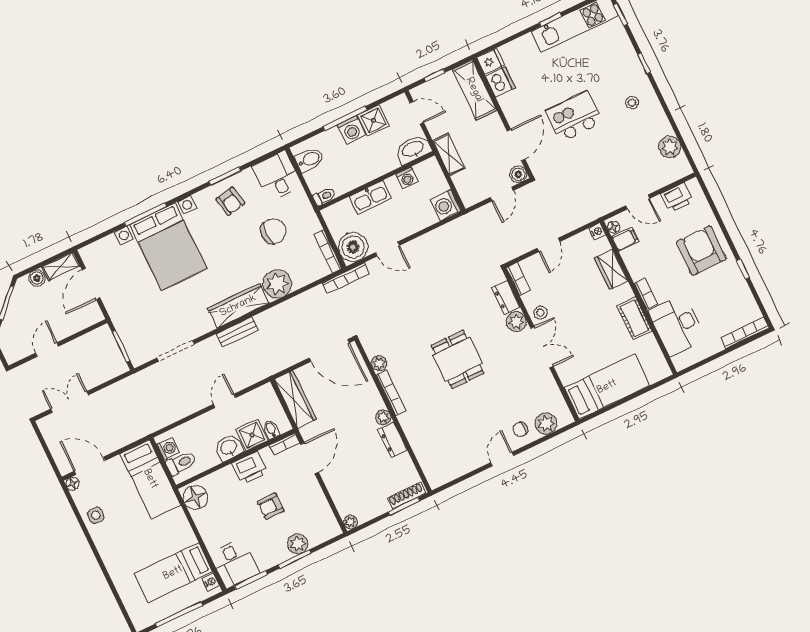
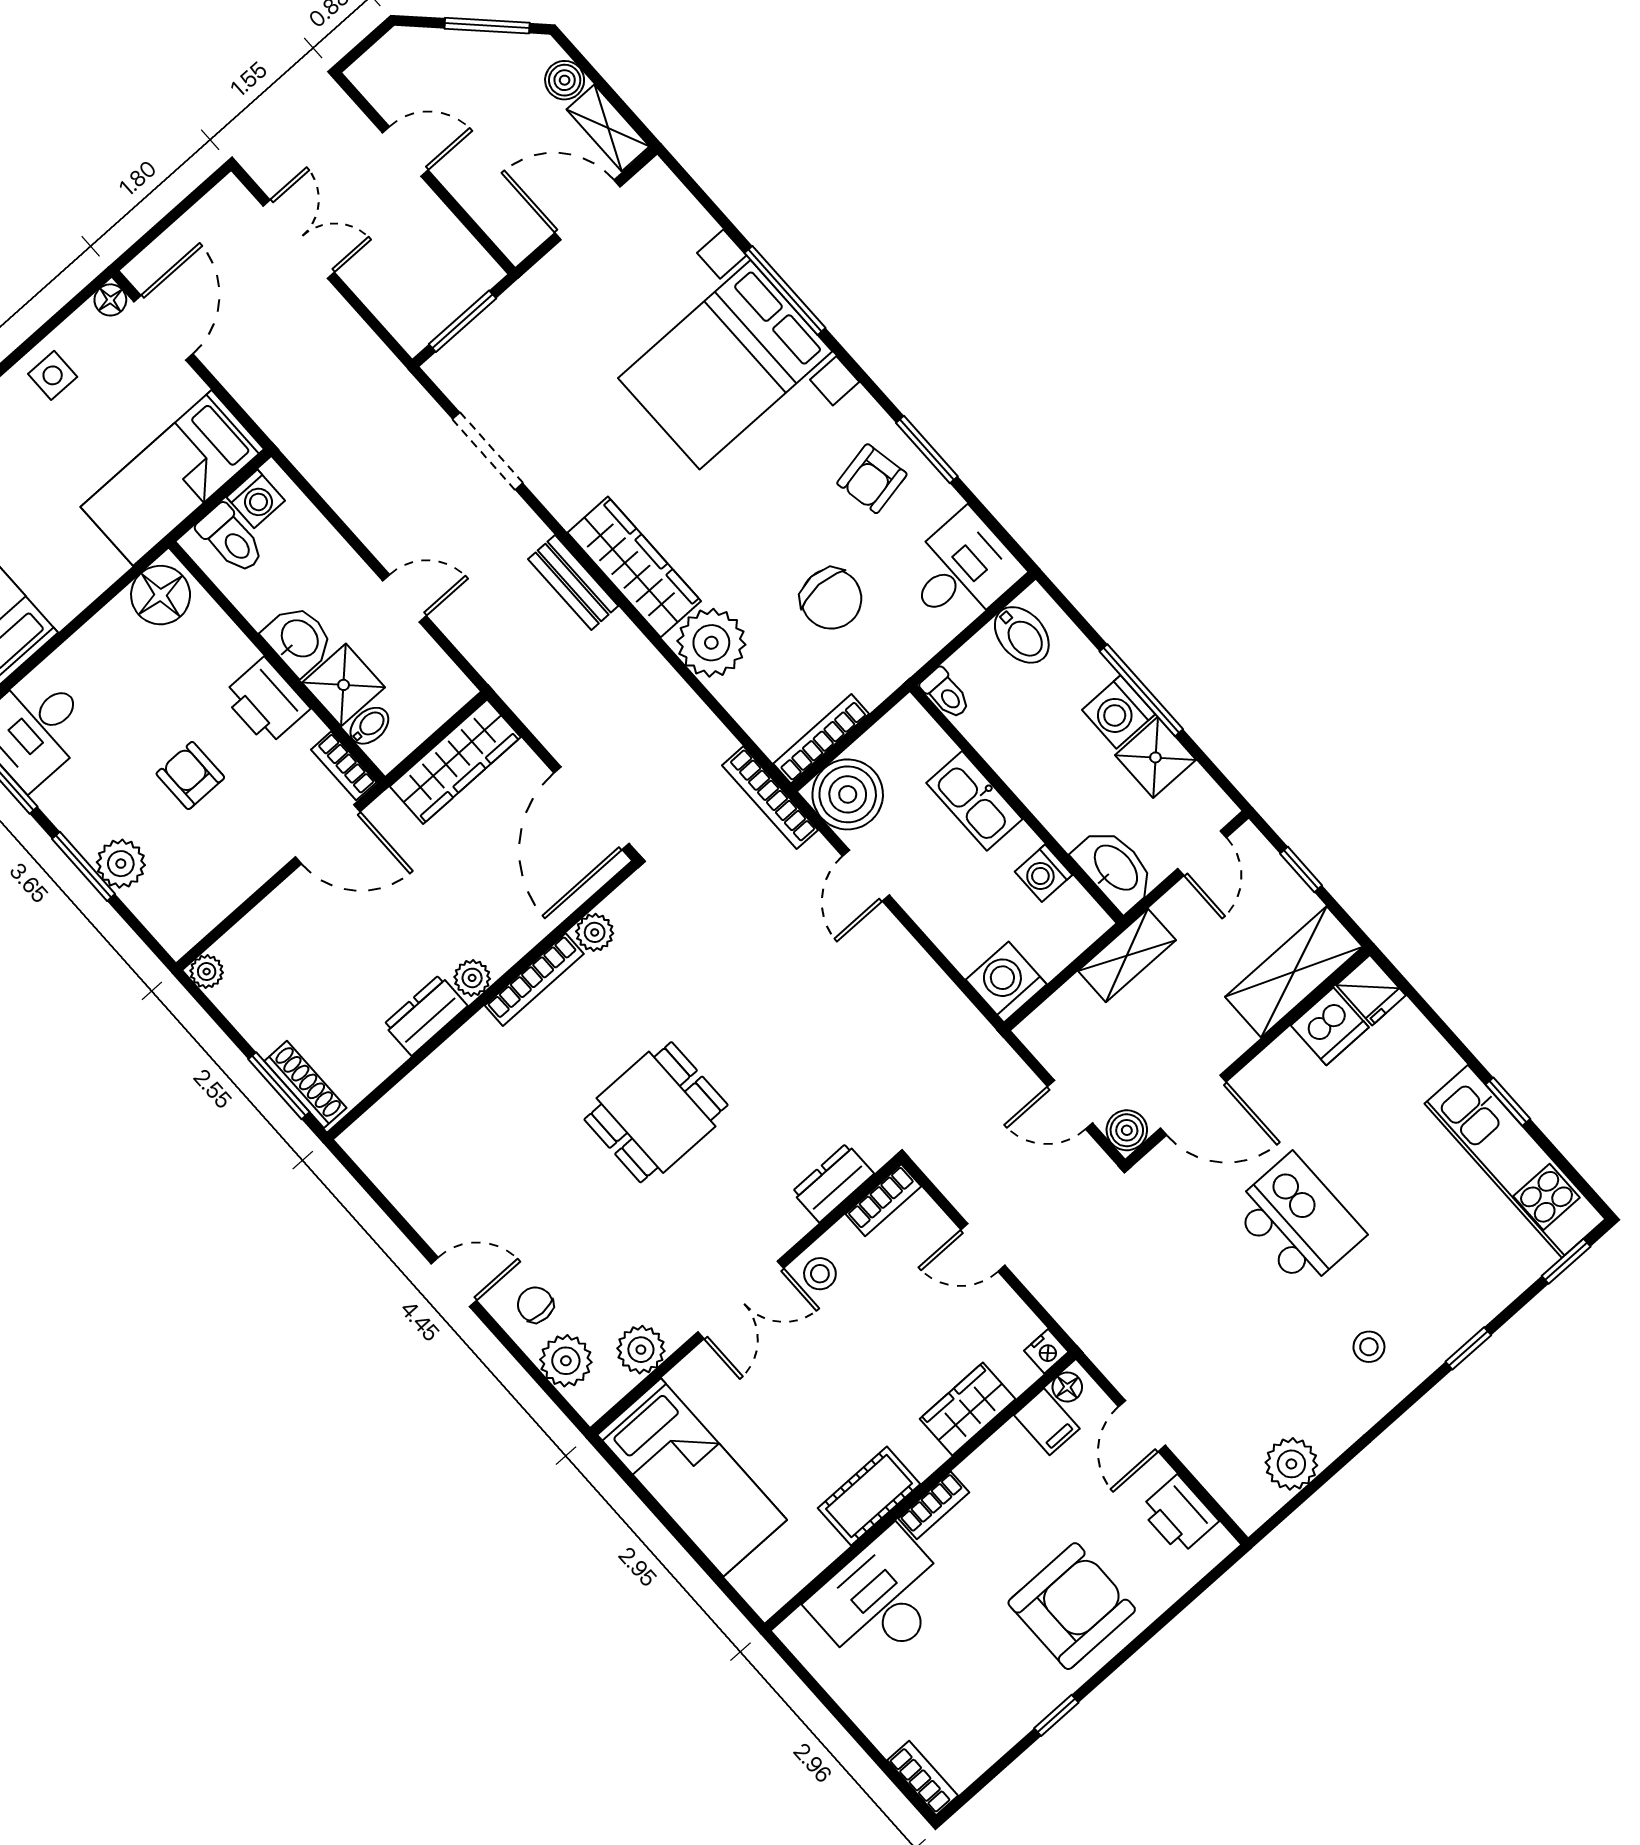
plant: (516, 322) -> (641, 1350), moved
bookcase: (745, 333) -> (923, 1778), width x0.64

